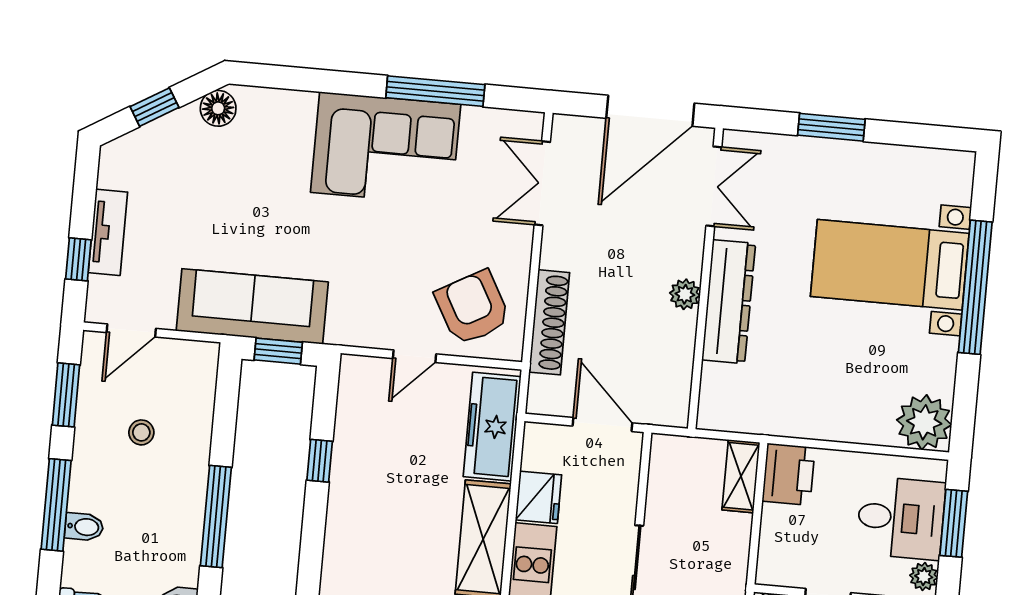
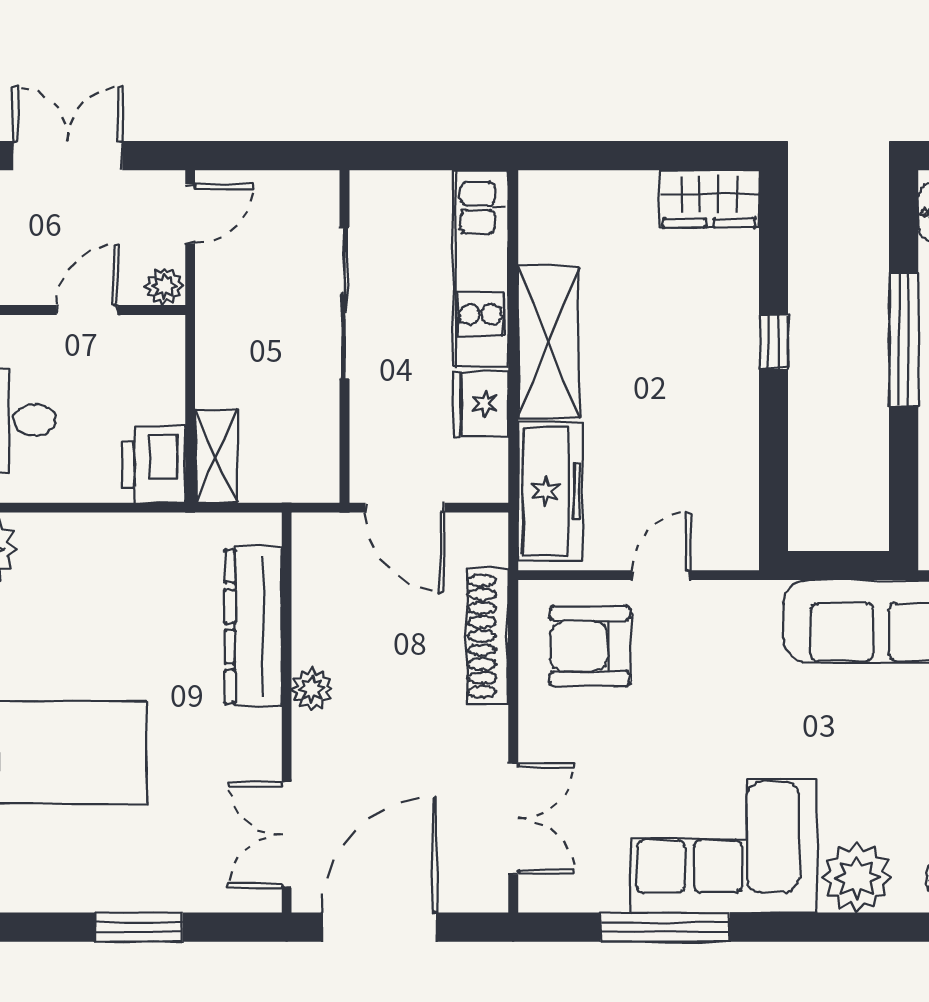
plant: (288, 115) -> (857, 878), added
dresser: (729, 302) -> (253, 627), moved
armchair: (473, 308) -> (590, 646), turned 119
window: (278, 351) -> (841, 565), removed
window: (320, 461) -> (774, 342), moved

